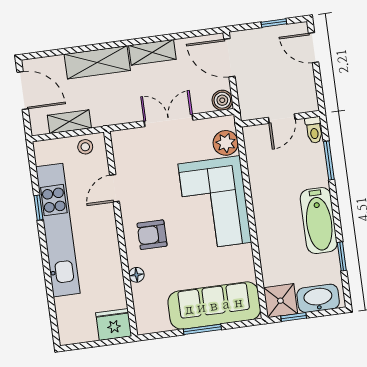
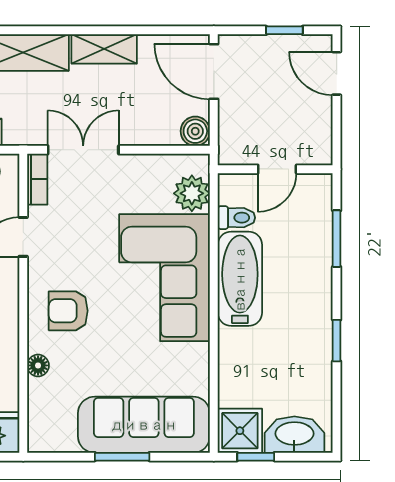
double door: (169, 120) -> (83, 150), moved
toilet: (314, 130) -> (236, 218), moved, turned -90
bookcase: (119, 148) -> (37, 179), added
bathtub: (319, 221) -> (240, 279), moved, turned 180
window: (342, 256) -> (337, 341), moved

